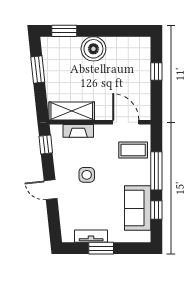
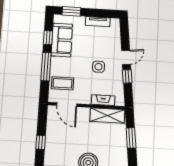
window: (38, 70) -> (131, 138), moved
window: (46, 145) -> (127, 76), moved
door: (51, 190) -> (126, 57), hinge flipped
window: (101, 248) -> (71, 11), moved

